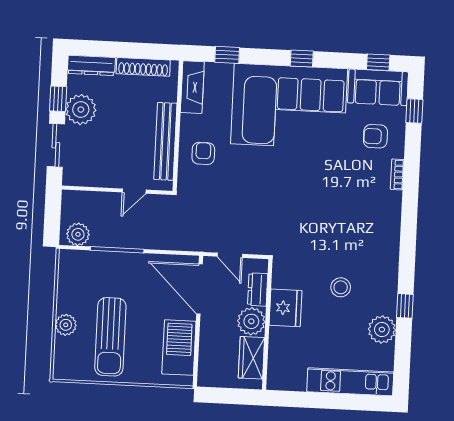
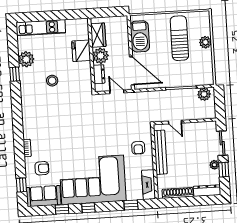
window: (378, 62) -> (62, 209), moved
plant: (81, 110) -> (214, 165), width x0.53, depth x0.53
door: (134, 191) -> (175, 122), swing flipped
fridge: (285, 308) -> (81, 51), moved

